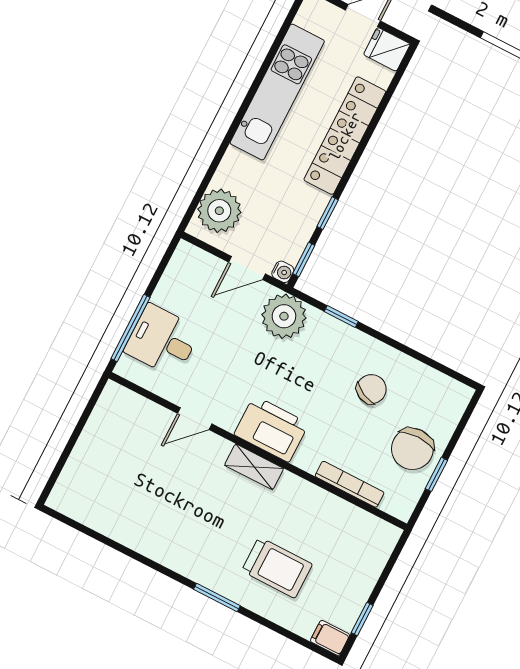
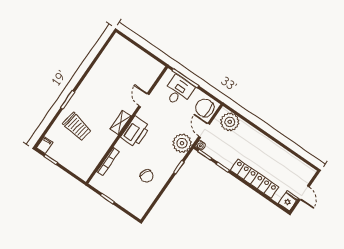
kitchen unit: (277, 92) -> (276, 153), removed
chair: (412, 449) -> (205, 108), moved
trolley: (277, 568) -> (77, 127), turned -80

